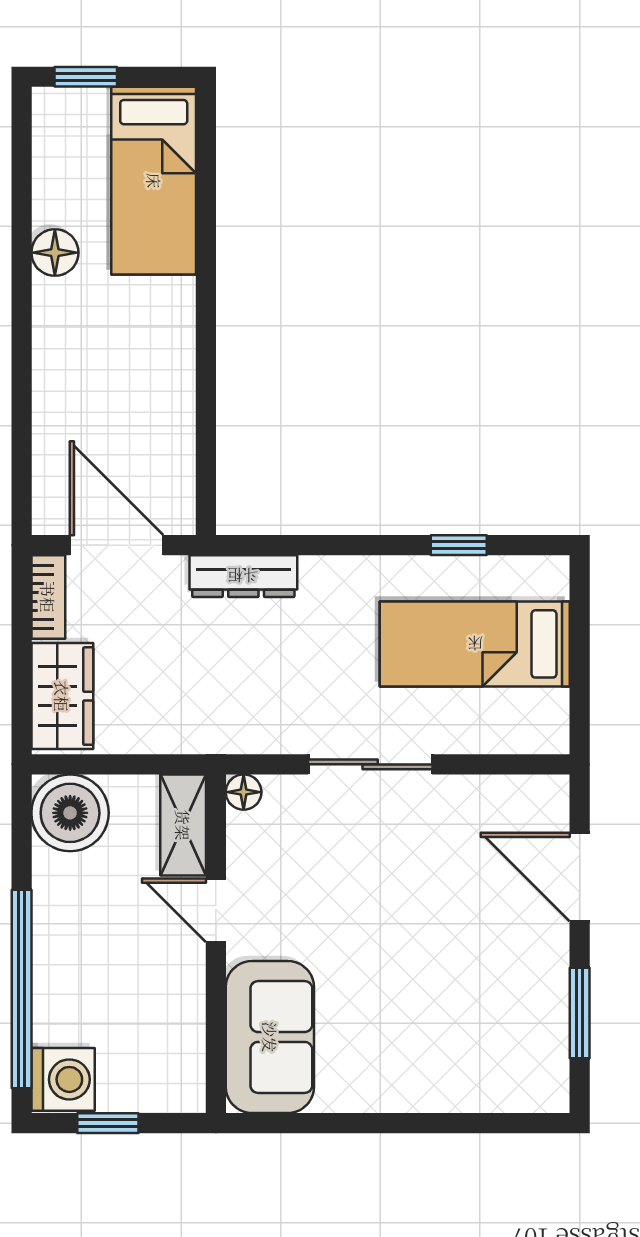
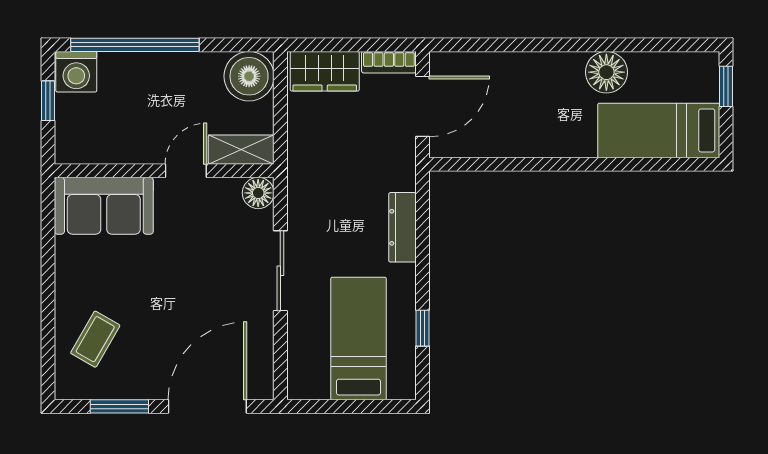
floor lamp: (55, 253) -> (606, 72), width x1.38, depth x1.38
dresser: (243, 576) -> (402, 227), moved
floor lamp: (244, 792) -> (258, 193), width x1.37, depth x1.37
door: (580, 877) -> (207, 406), width x1.36
coffee table: (476, 1050) -> (95, 339), added

